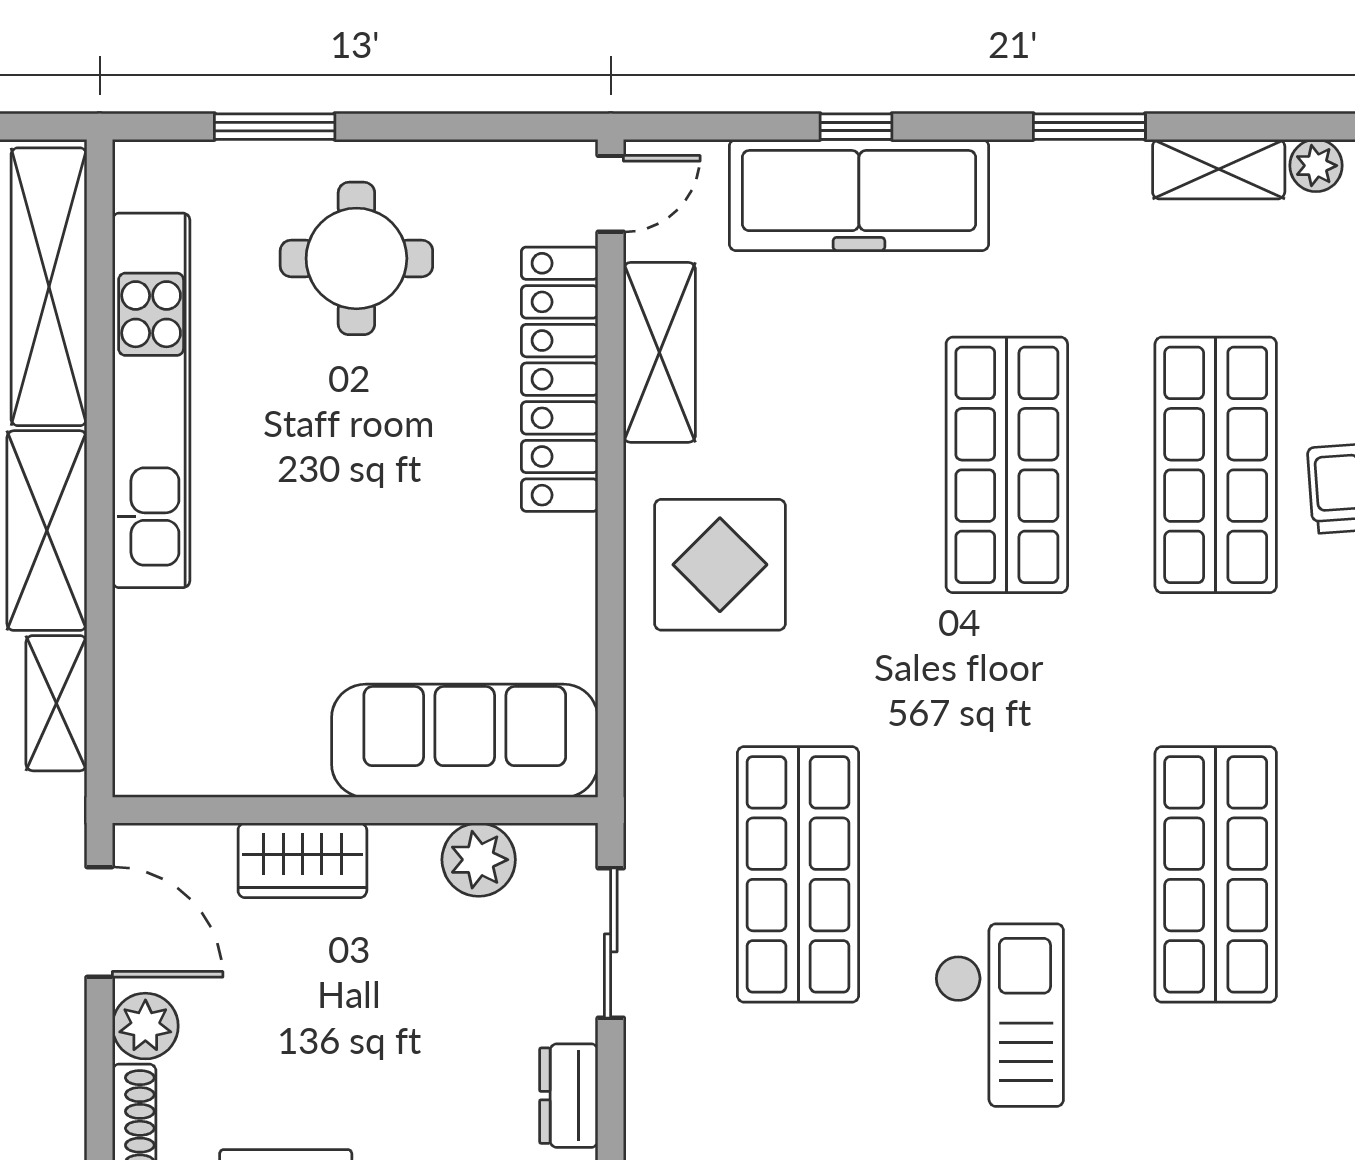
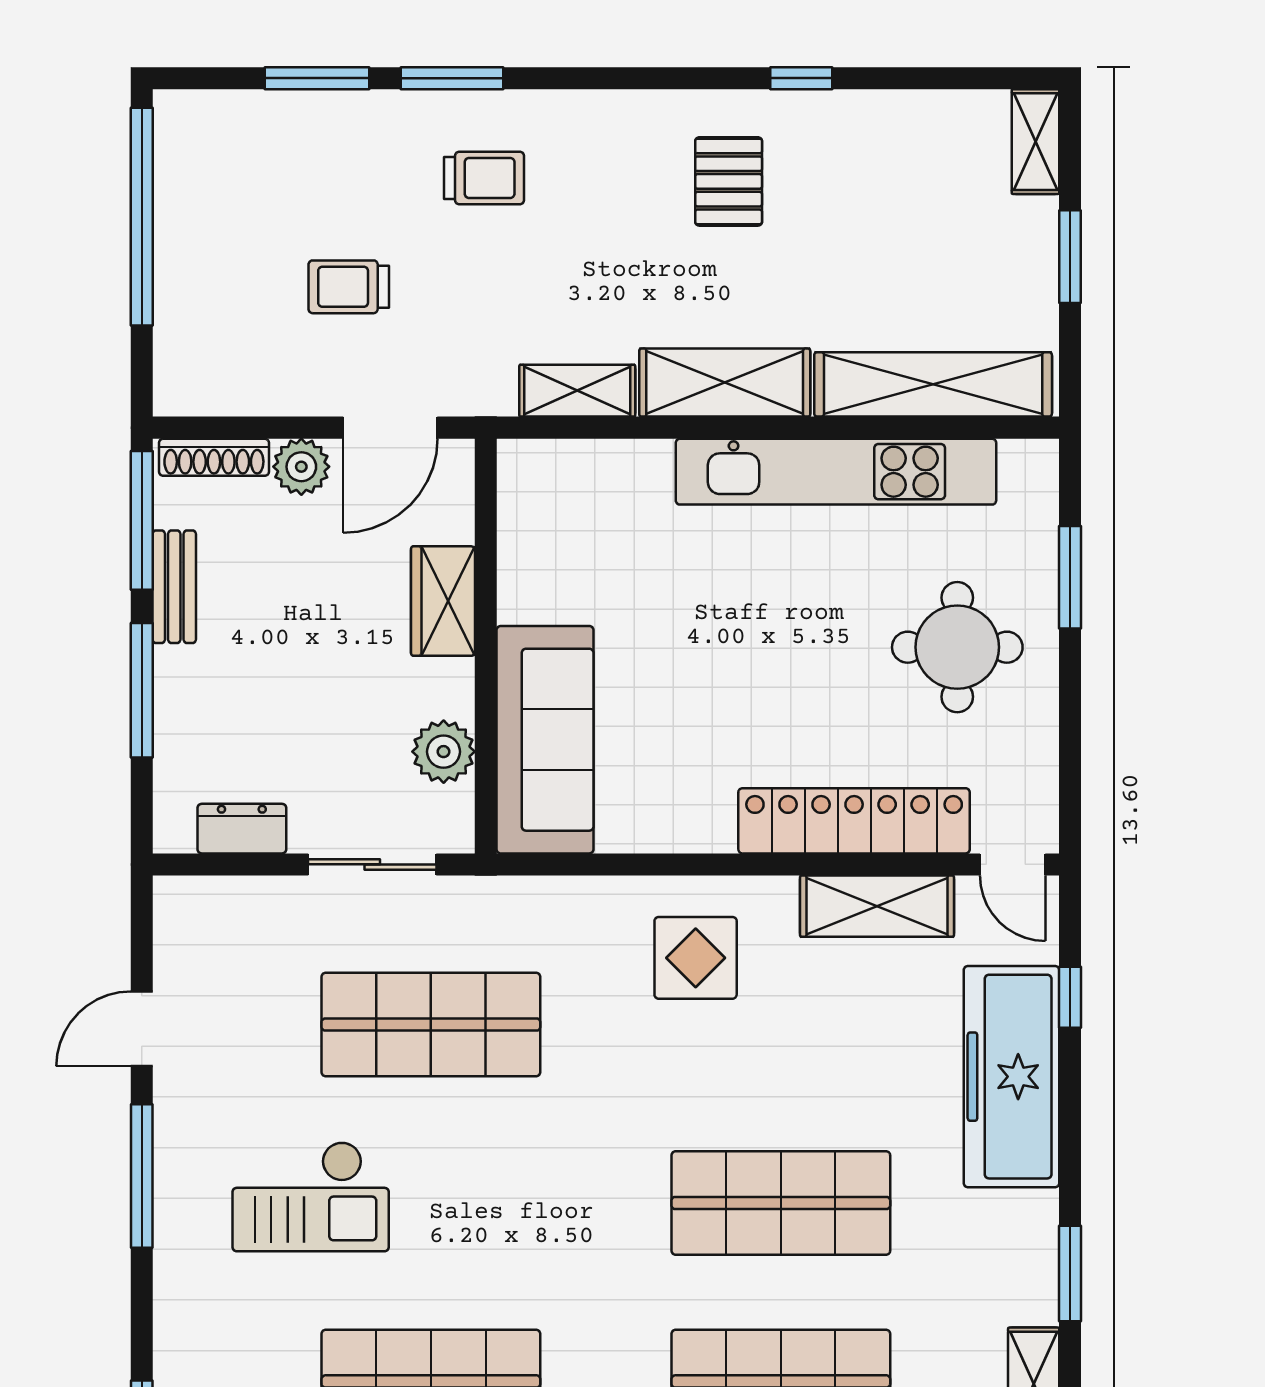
window: (856, 127) -> (1070, 997), moved
display table: (720, 565) -> (696, 958), width x0.73, depth x0.73

